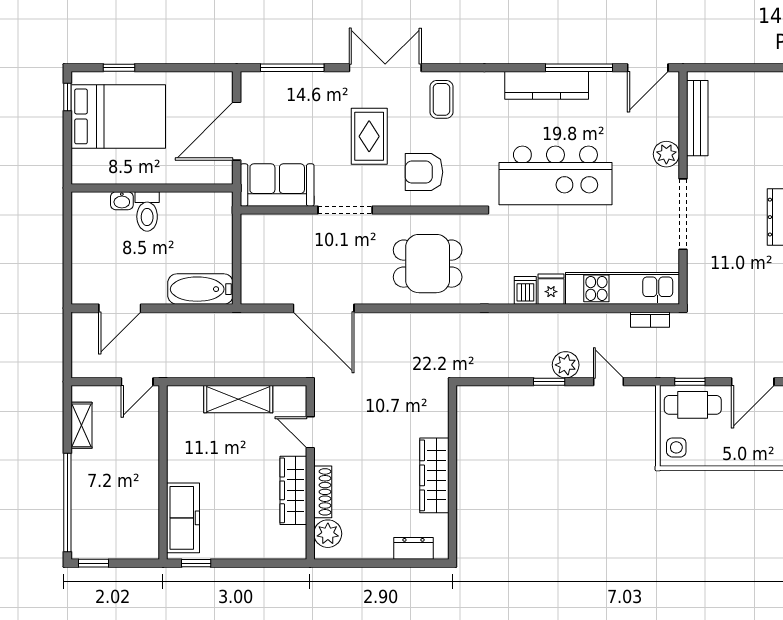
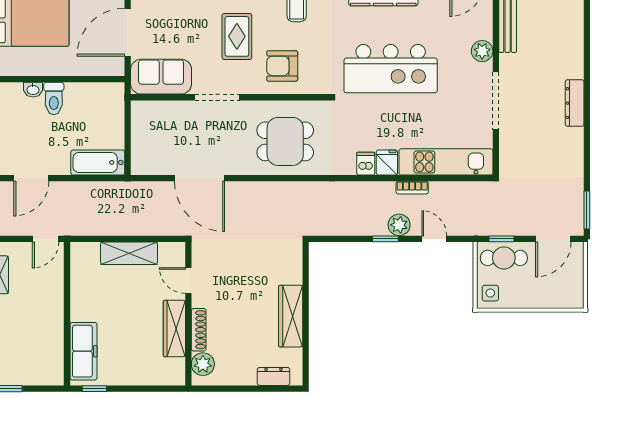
bookcase: (650, 320) -> (412, 188), moved

